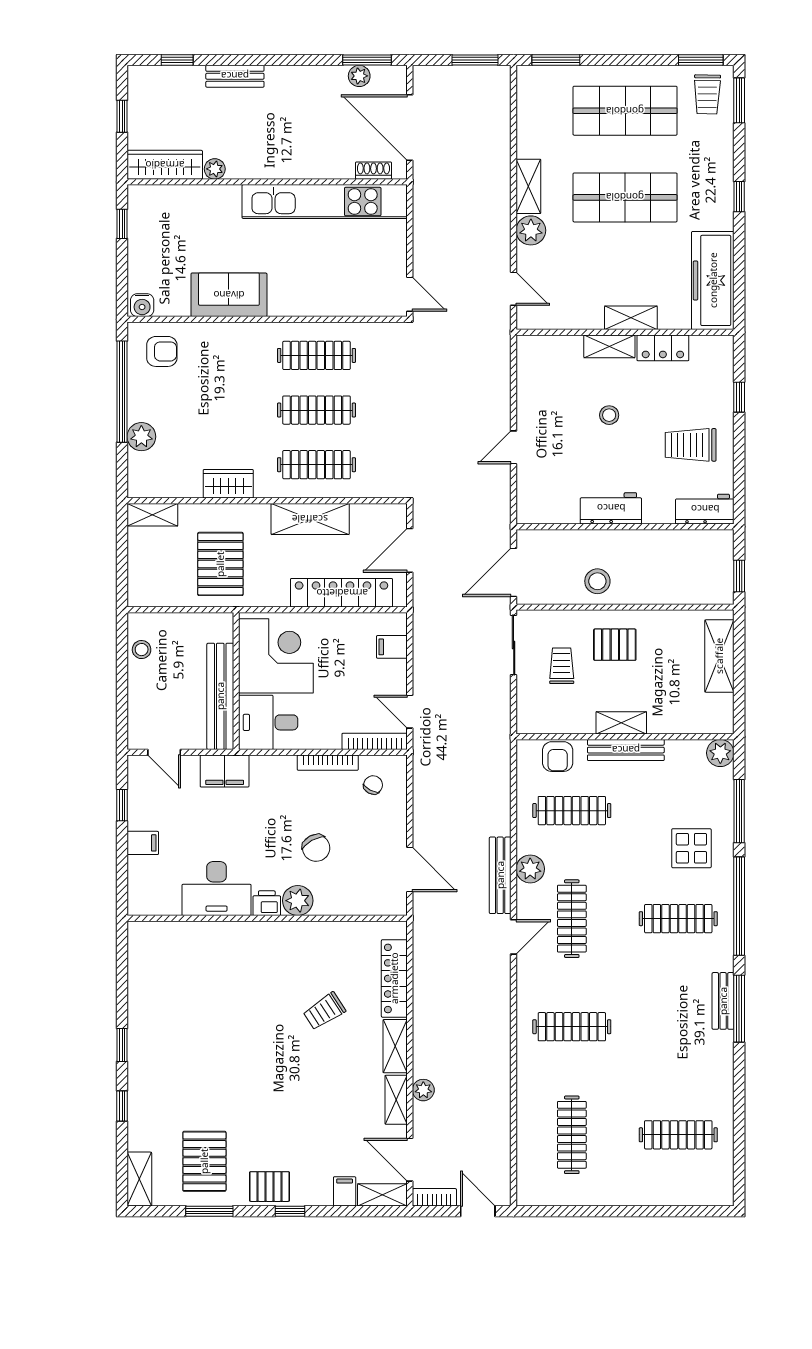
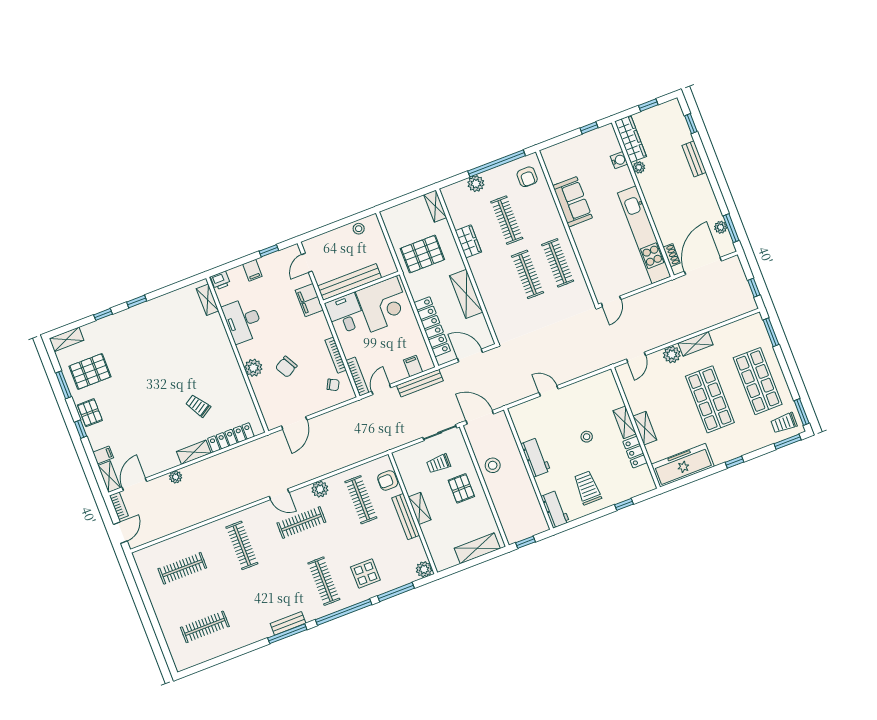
window: (475, 60) -> (754, 288), width x0.67
water cooler: (142, 305) -> (619, 160), moved, turned 180
clothes rail: (316, 465) -> (507, 220), moved
trolley: (562, 666) -> (439, 464), turned 180
bench: (500, 875) -> (420, 383), moved
printer: (267, 903) -> (220, 281), moved, turned 90
shelving: (396, 1100) -> (207, 300), moved, turned 90
clothes rail: (678, 1135) -> (205, 627), turned 90

